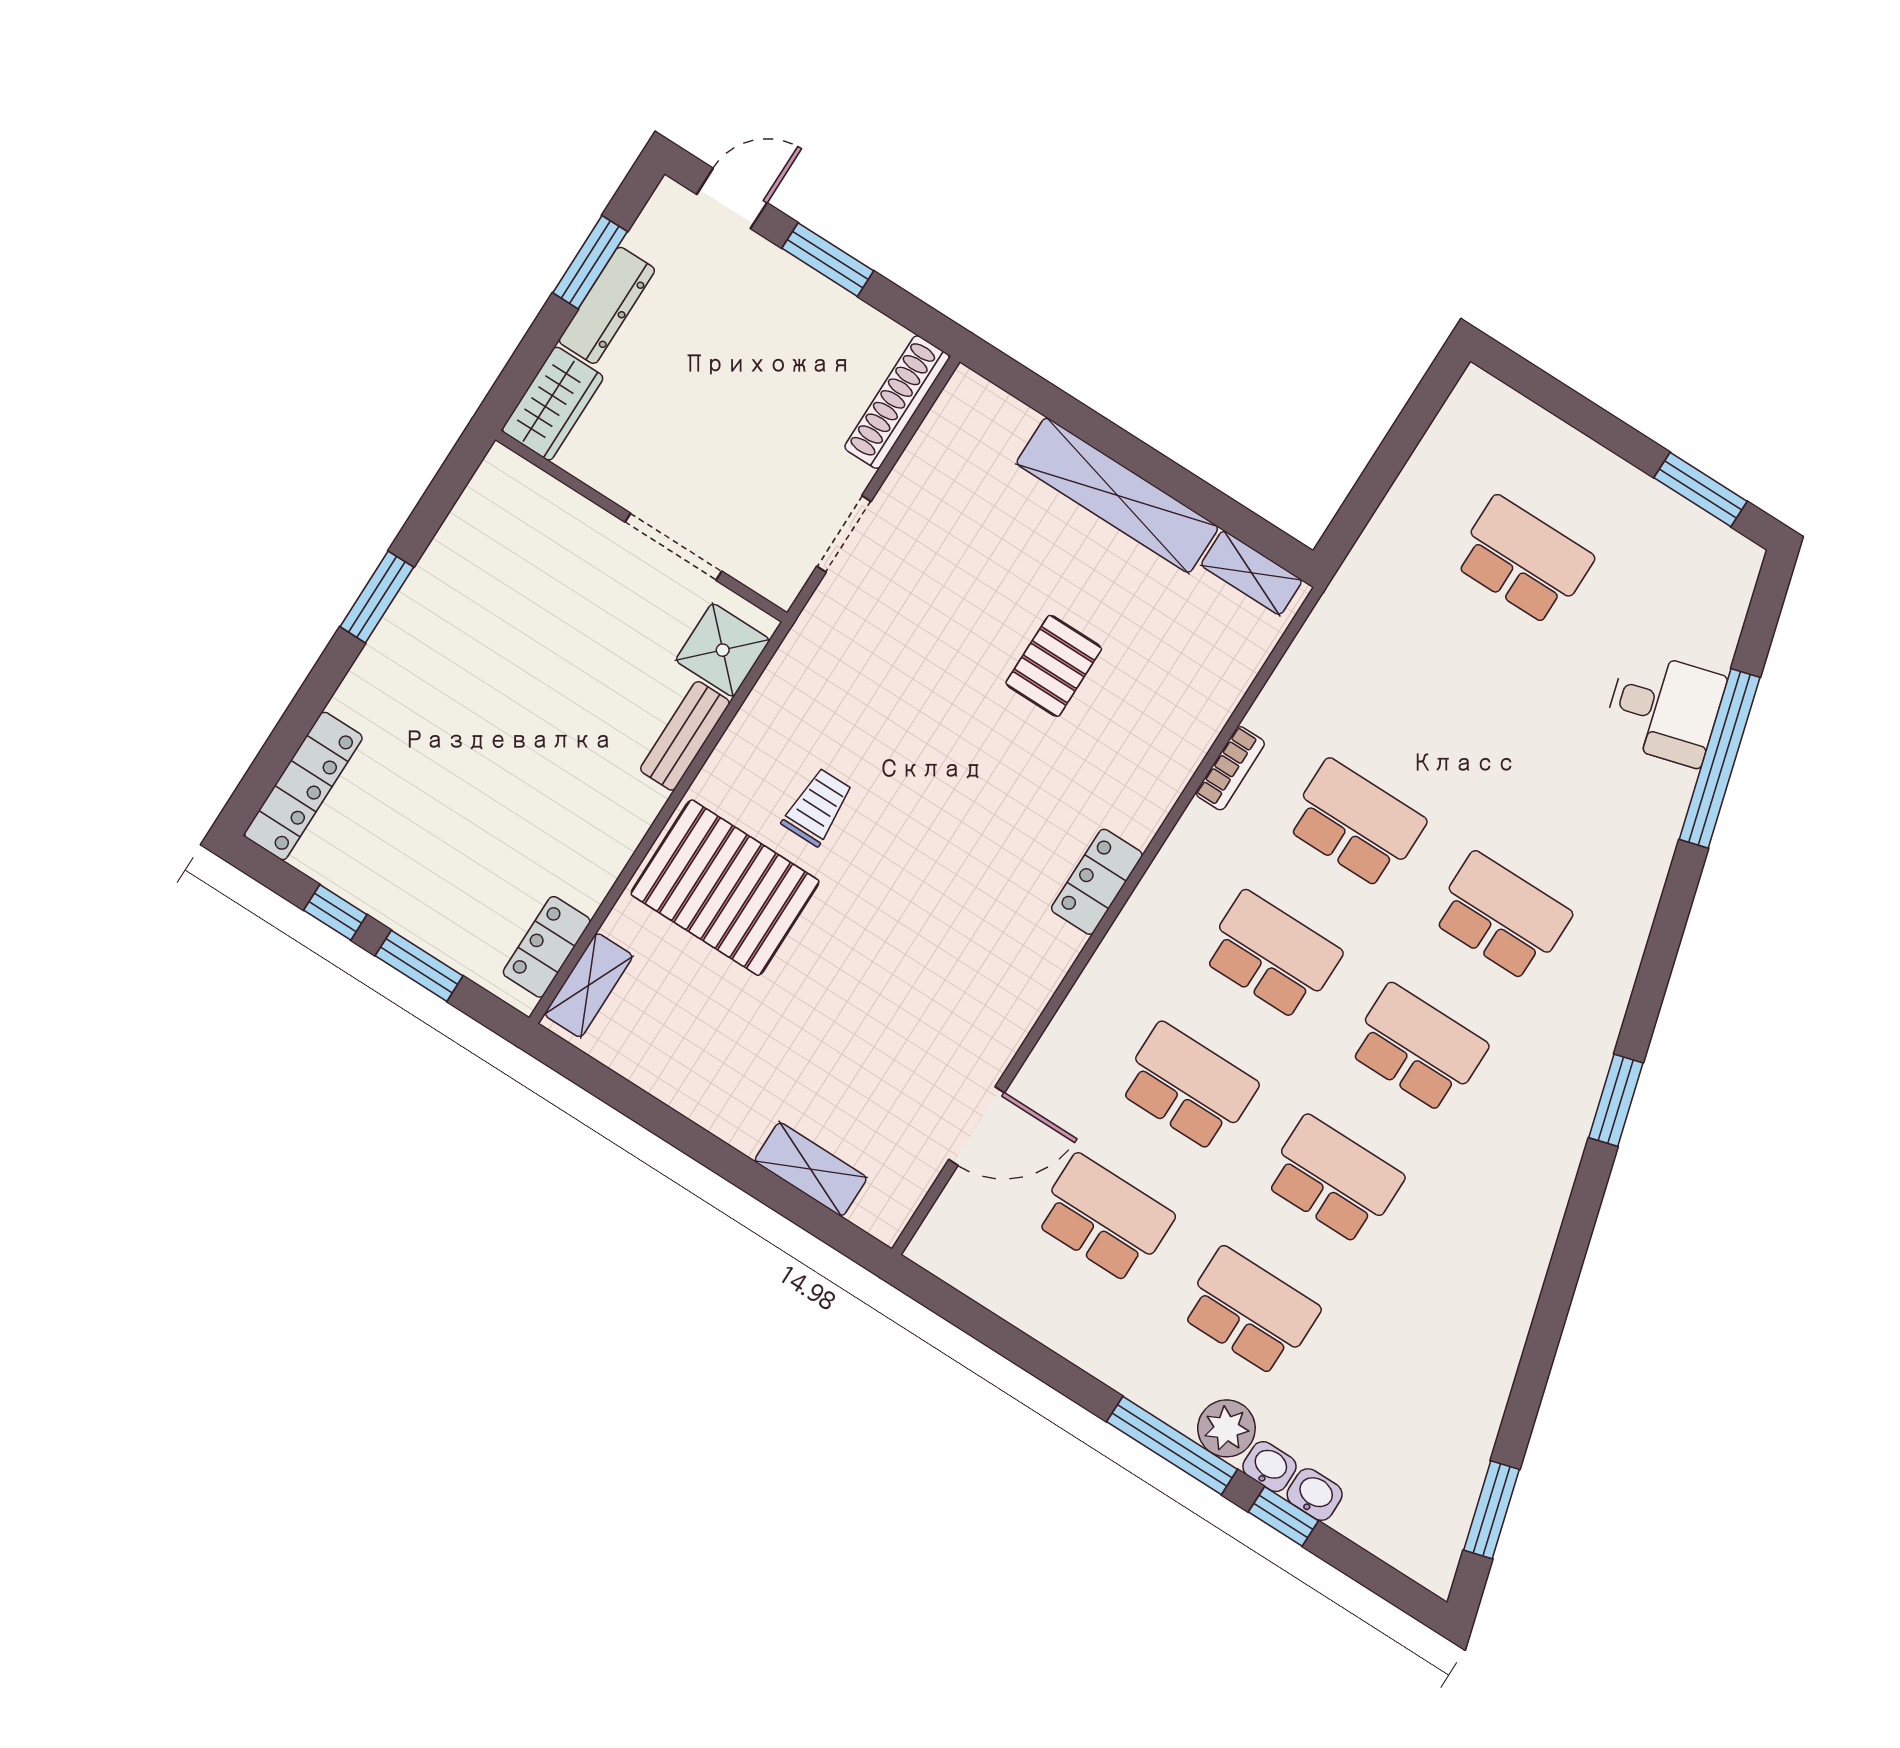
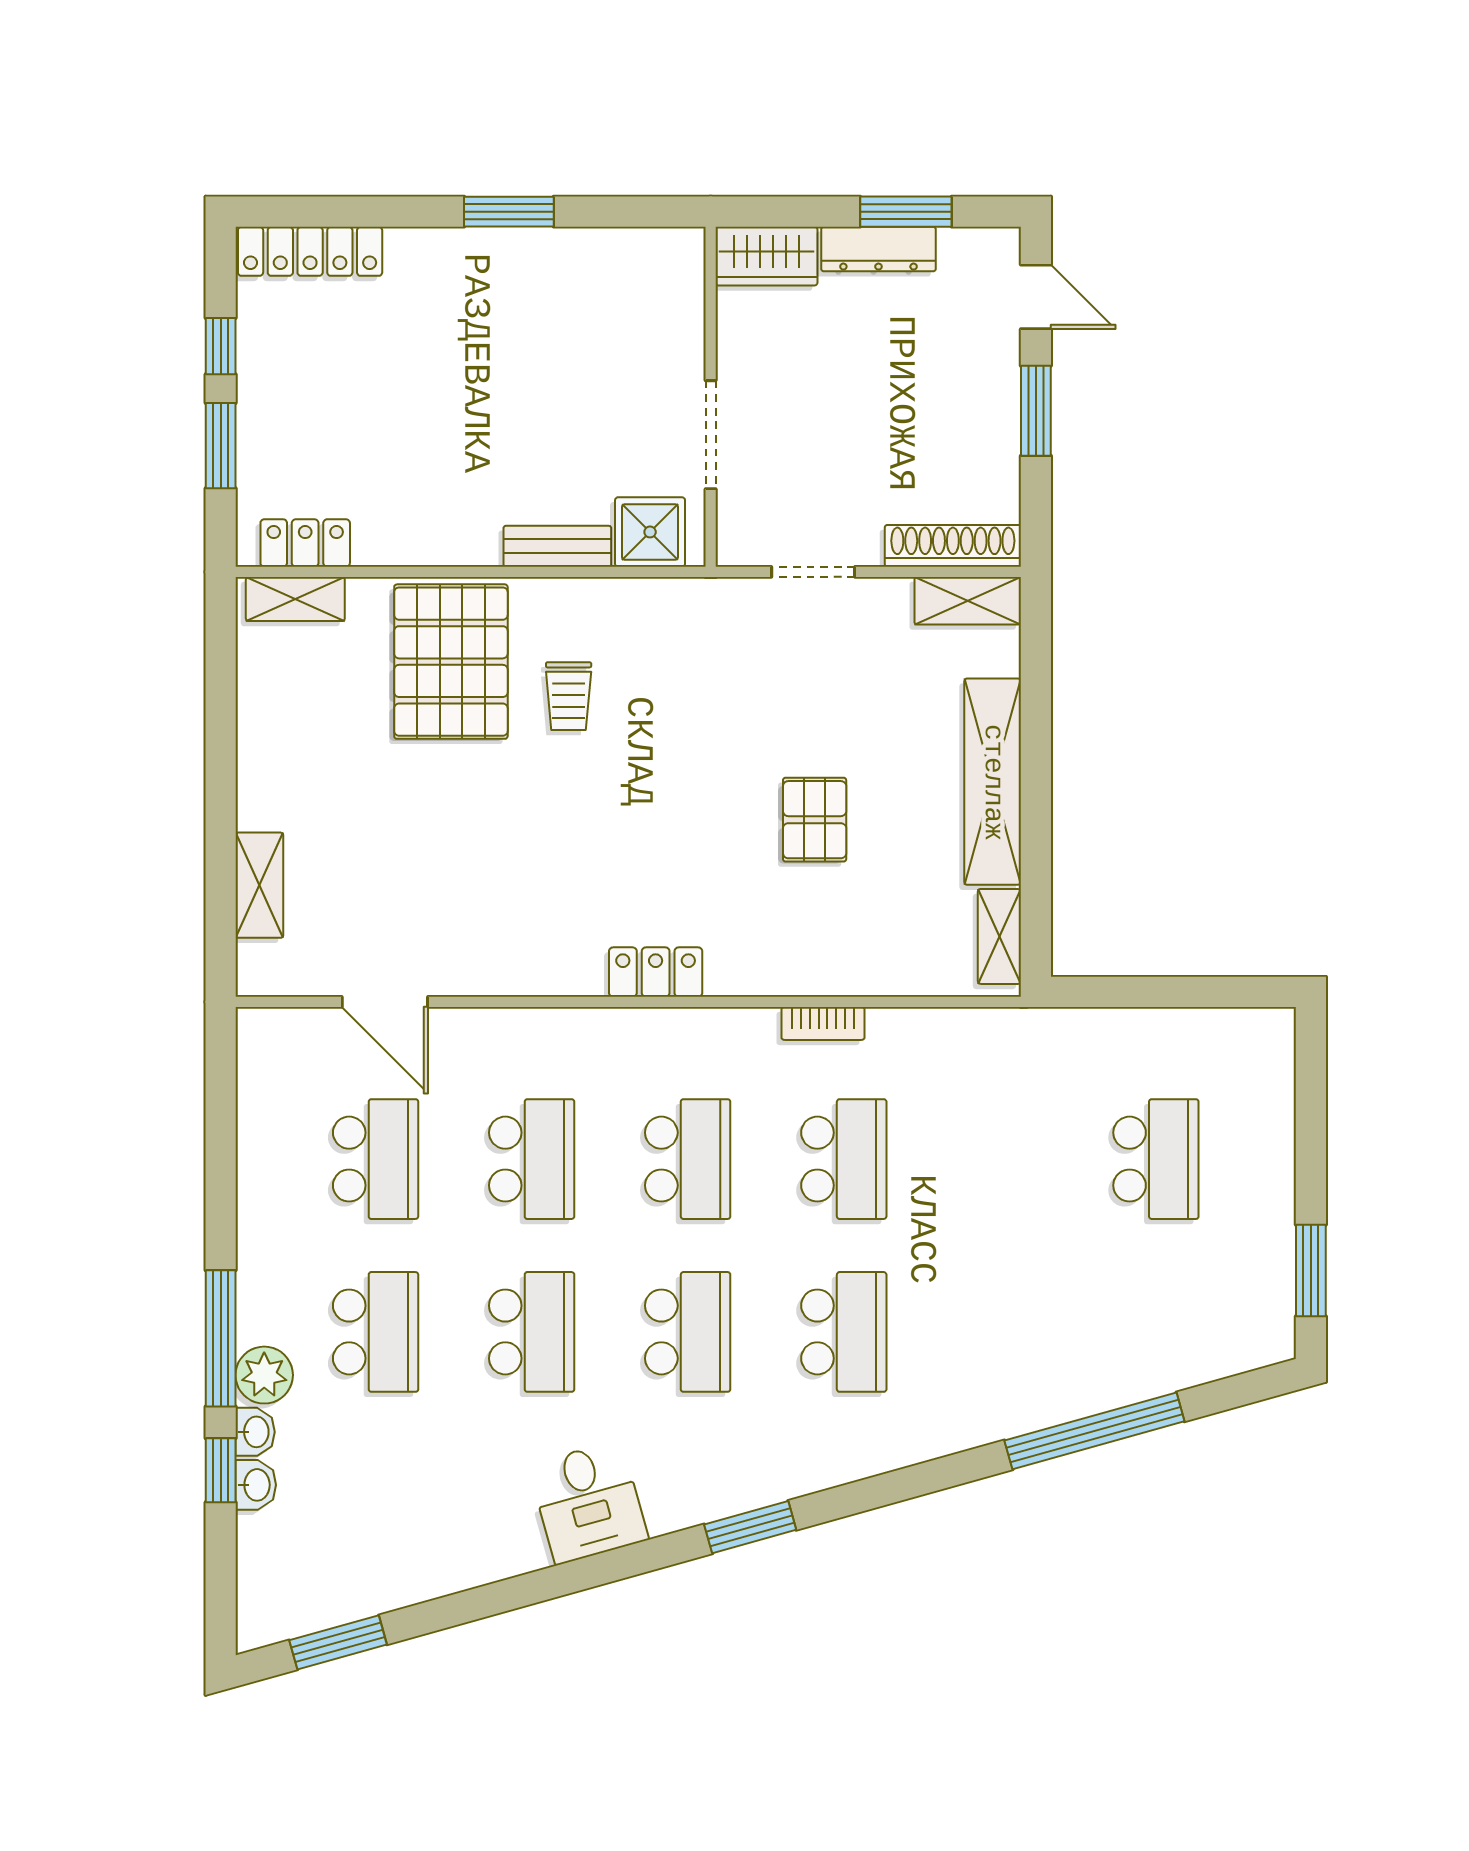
shelving: (951, 419) -> (968, 601), added
pallet: (1054, 666) -> (815, 820), turned 90
desk: (1664, 708) -> (588, 1502), moved
trolley: (817, 807) -> (569, 696), turned 90

